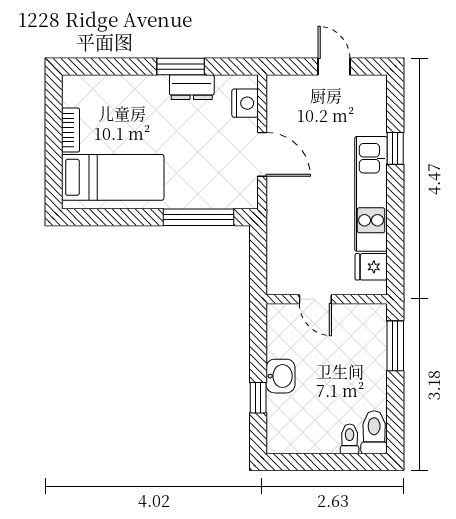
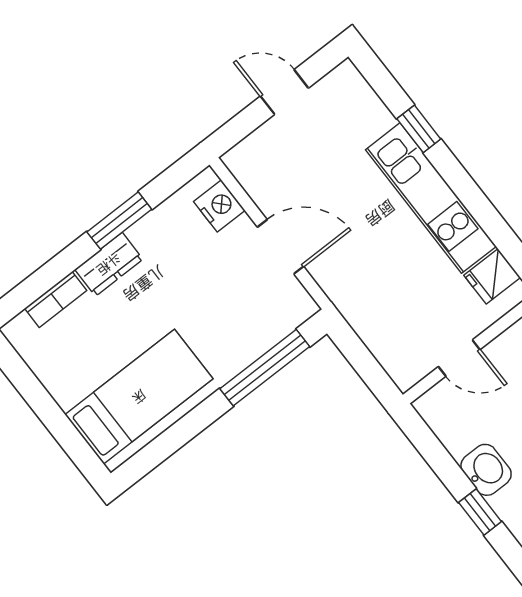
dresser: (192, 87) -> (109, 264), moved
bookcase: (71, 130) -> (56, 299), moved, turned 90

